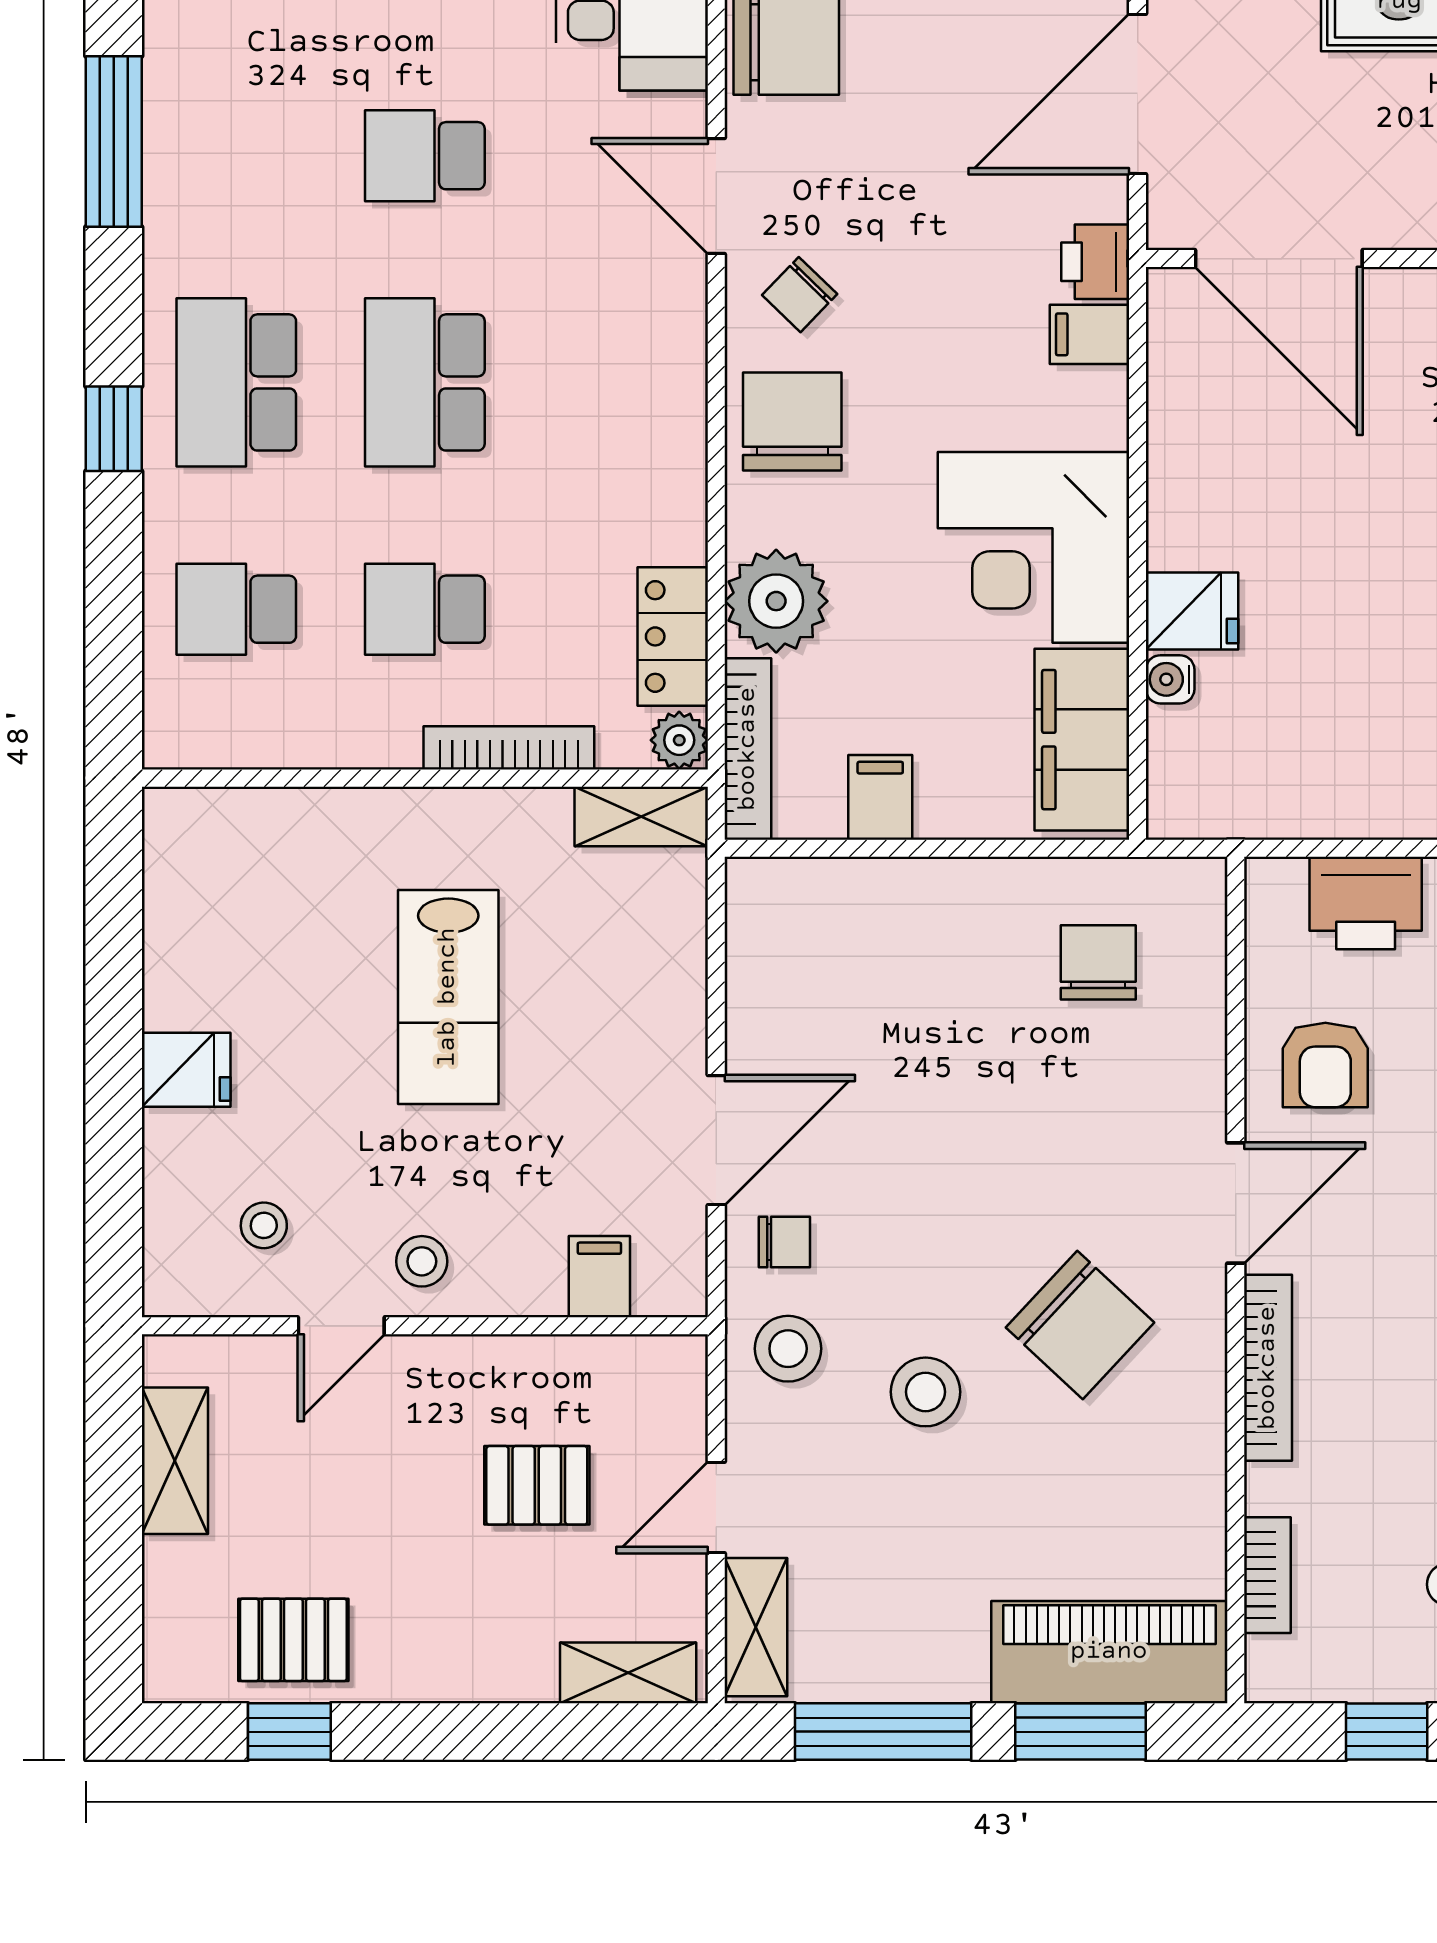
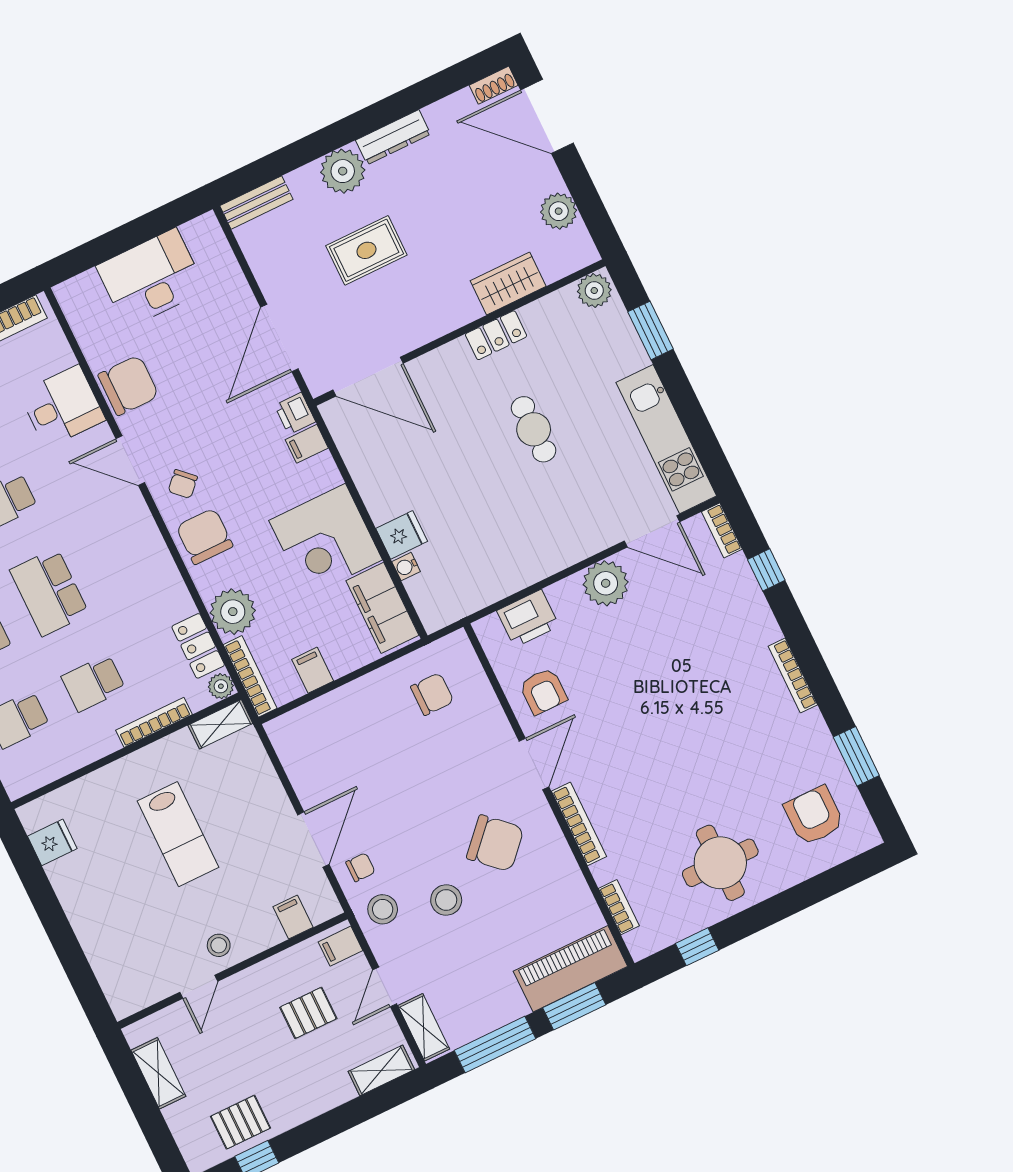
chair: (1098, 962) -> (432, 694), turned 90
fridge: (186, 1070) -> (52, 842), moved
stool: (264, 1225) -> (148, 962), removed
filing cabinet: (667, 1382) -> (340, 946), added

